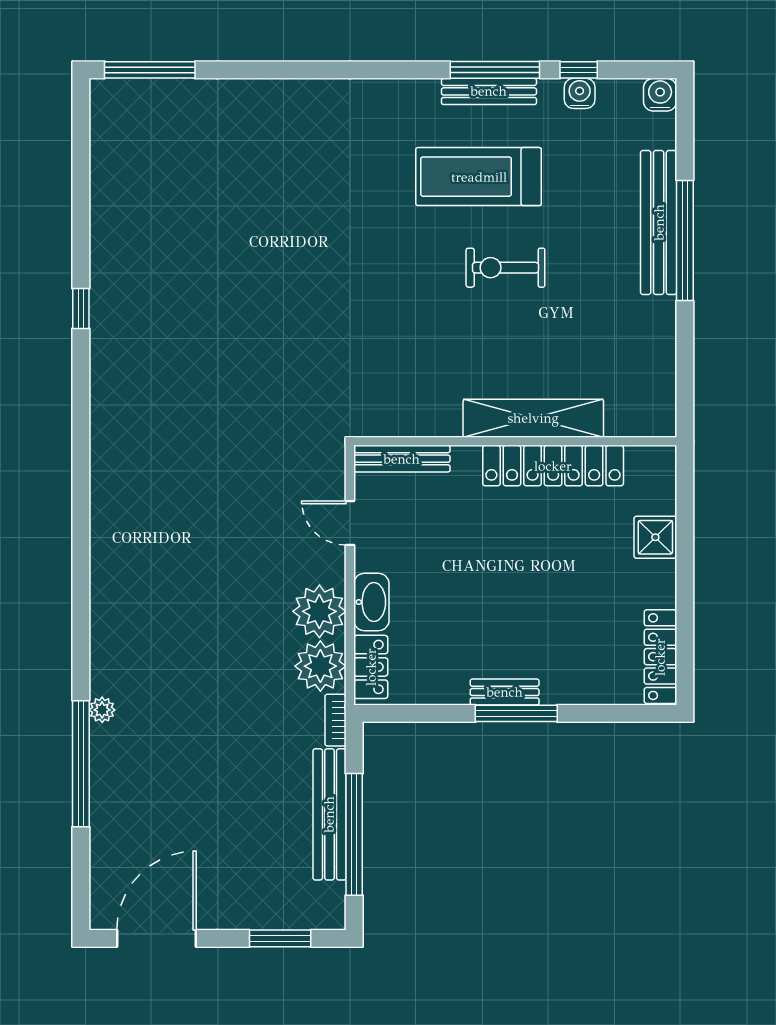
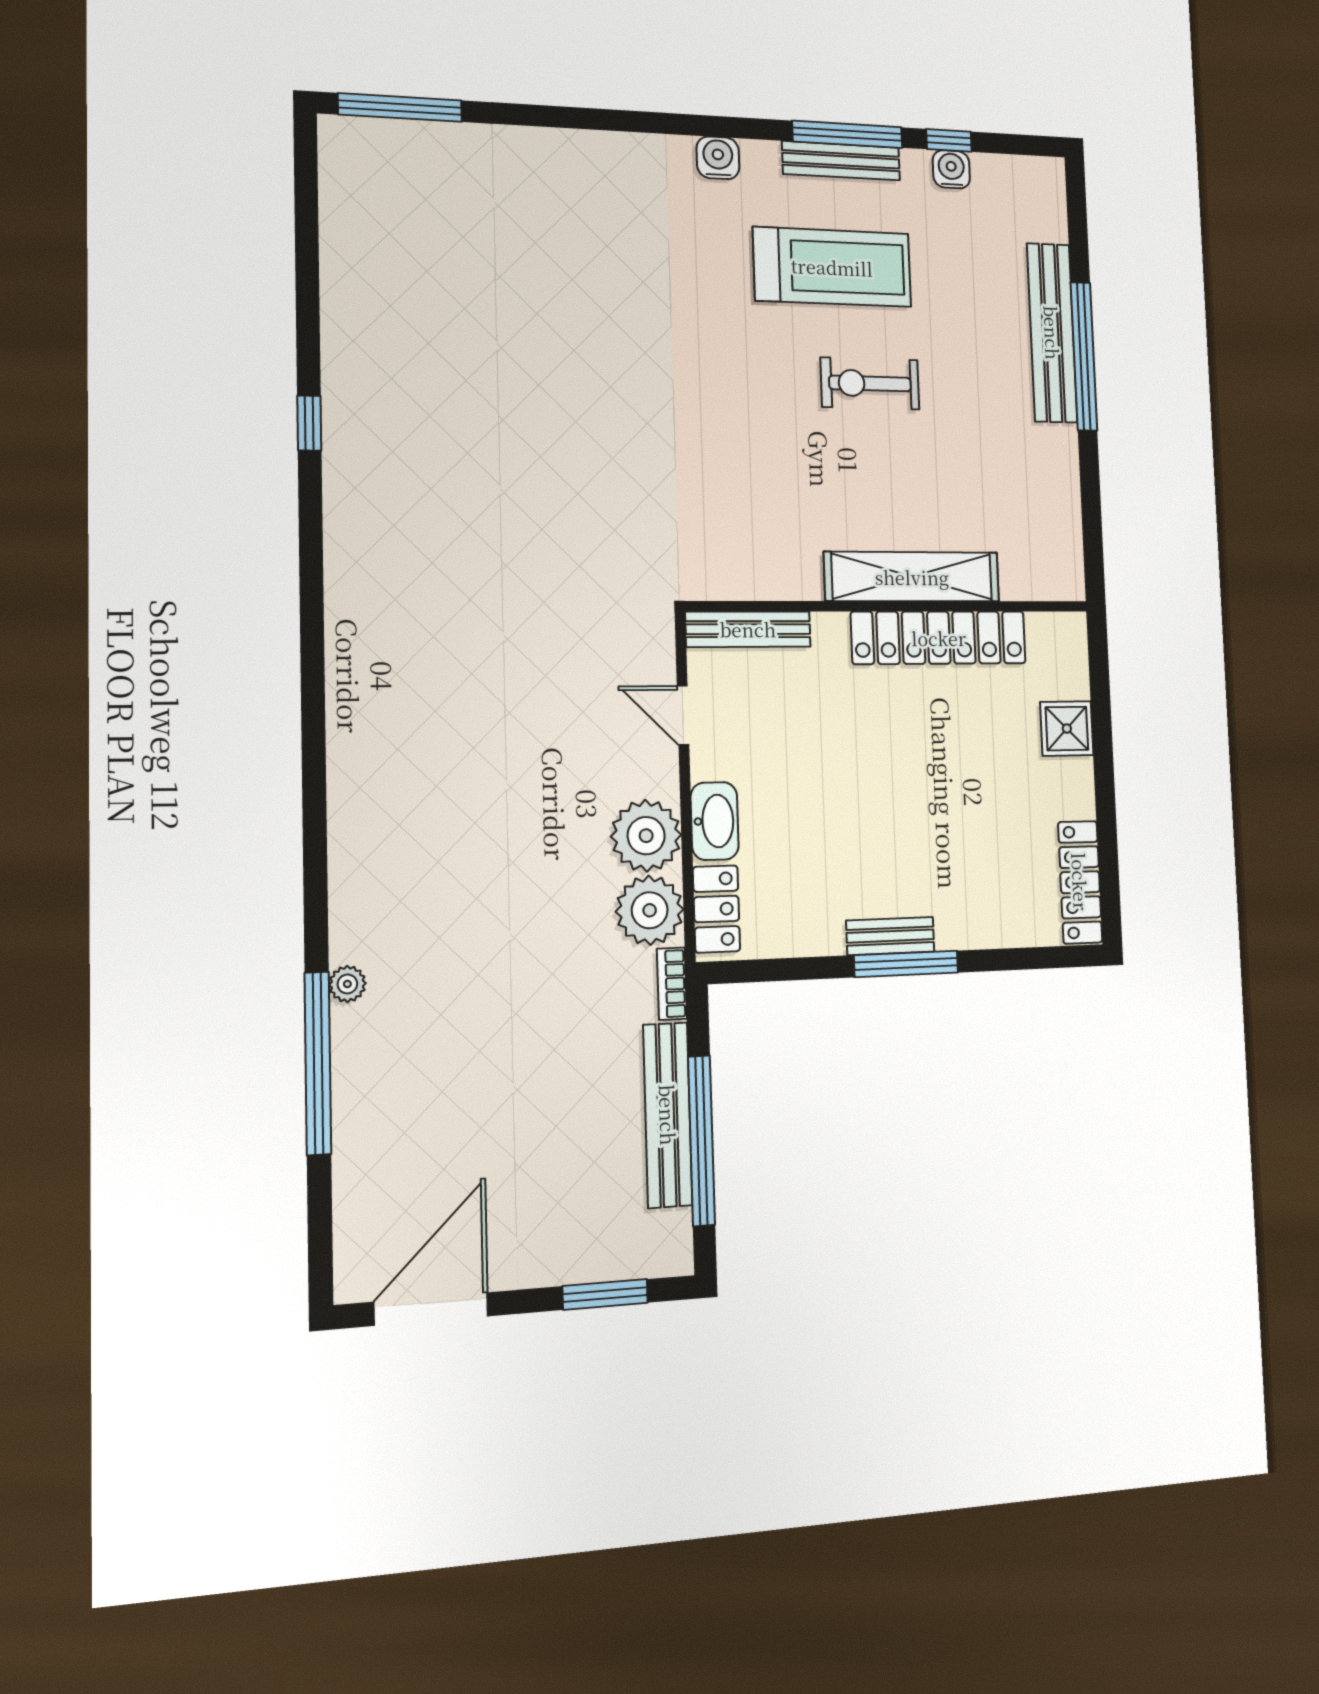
water cooler: (660, 95) -> (718, 158), moved
treadmill: (479, 177) -> (832, 267), turned 180

